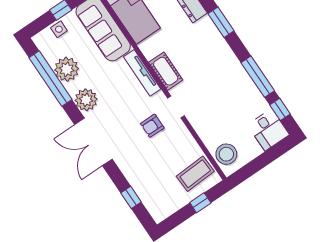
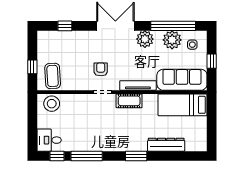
side table: (59, 29) -> (192, 45), moved

